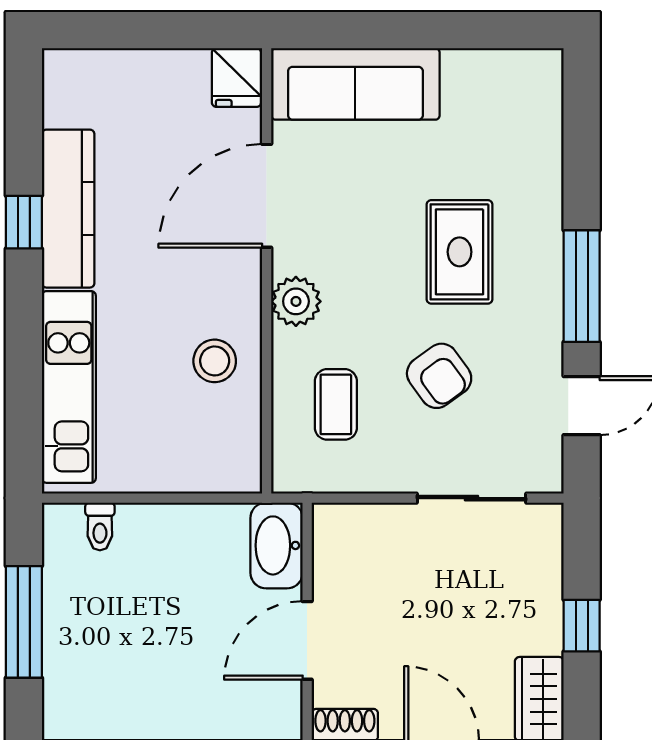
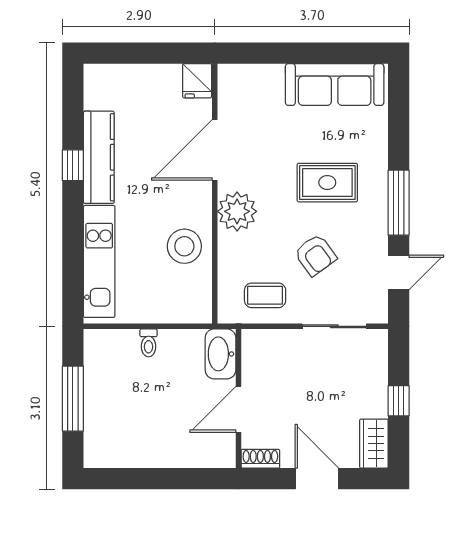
sofa: (355, 84) -> (335, 85), moved
rug: (460, 252) -> (327, 183), turned 90
plant: (296, 301) -> (237, 211), width x1.36, depth x1.36
stool: (215, 361) -> (184, 246), width x1.38, depth x1.38
coffee table: (336, 404) -> (265, 295), moved, turned 90
toilet: (100, 526) -> (149, 343), moved

